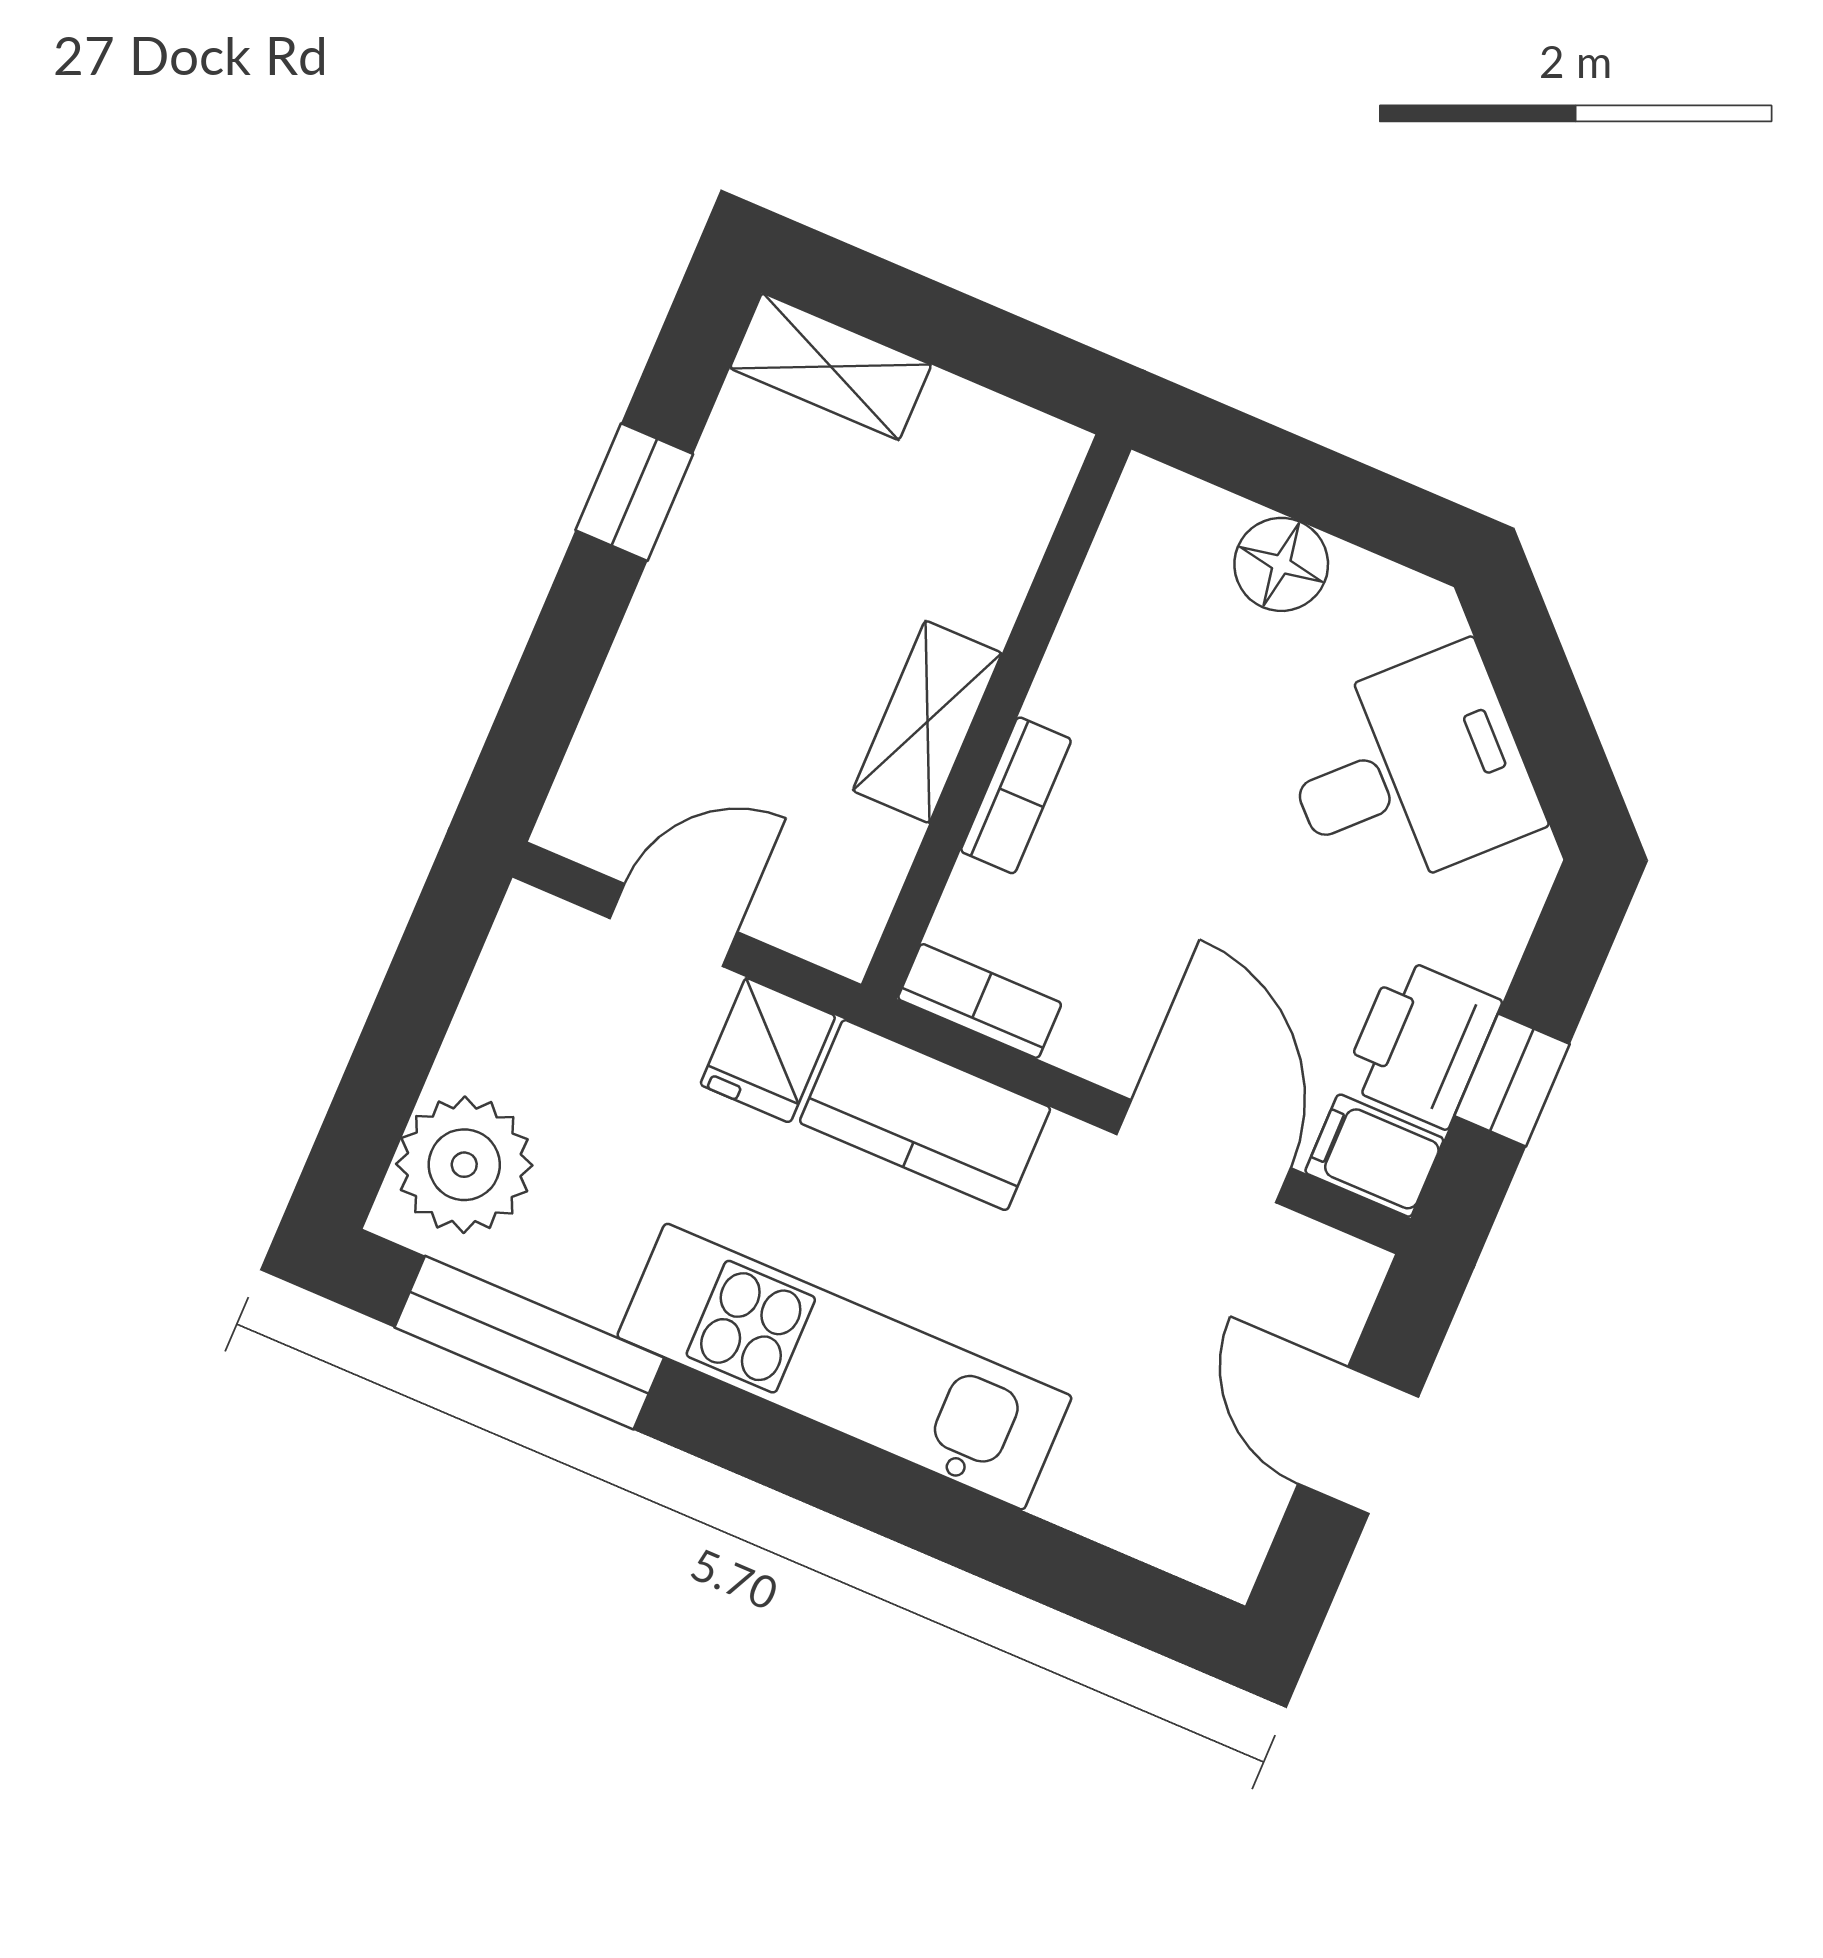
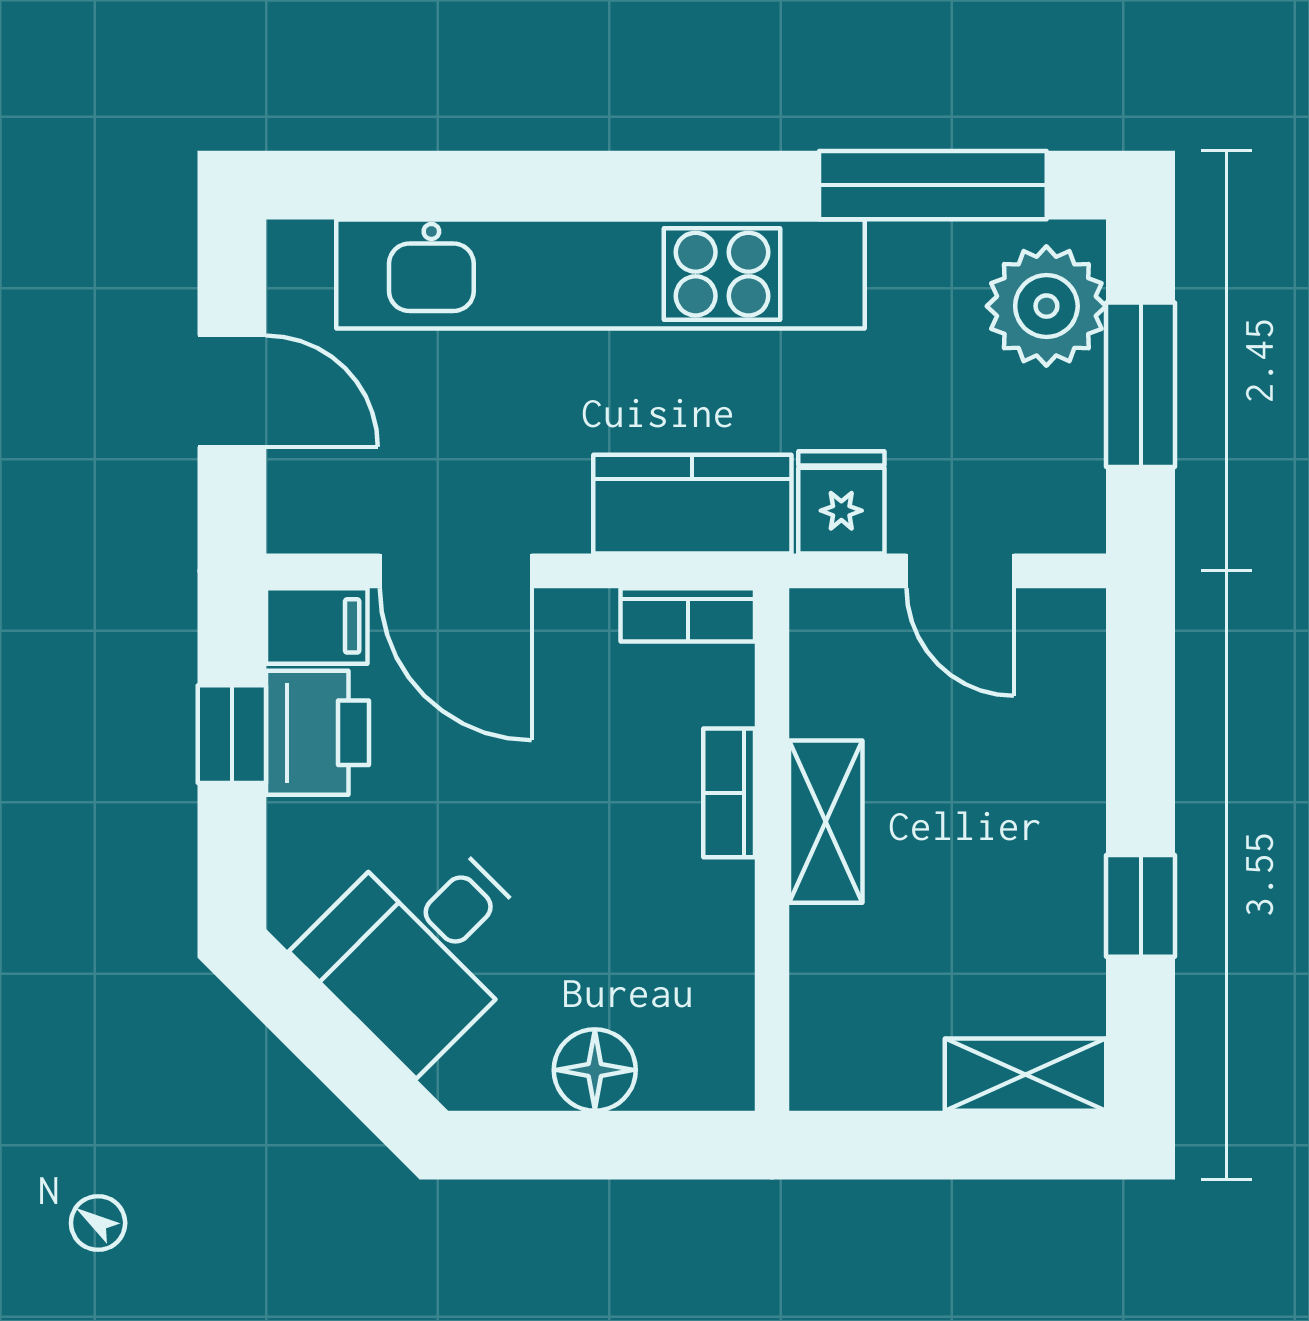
door: (674, 925) -> (960, 571), hinge flipped
window: (401, 1040) -> (1141, 385), added
kitchen unit: (844, 1367) -> (600, 274), width x1.36

